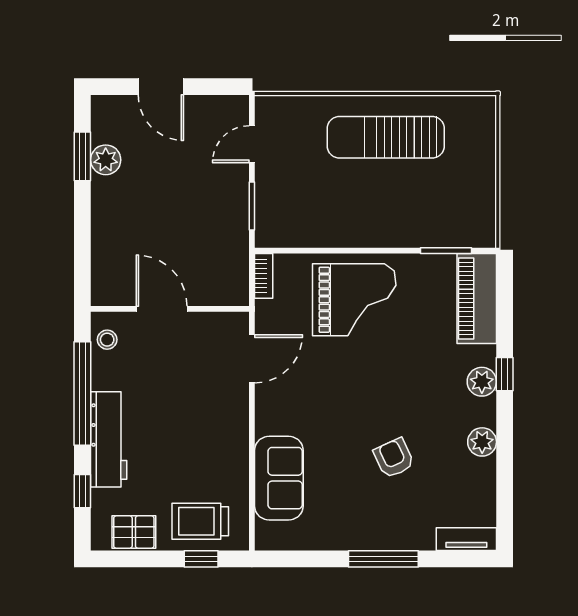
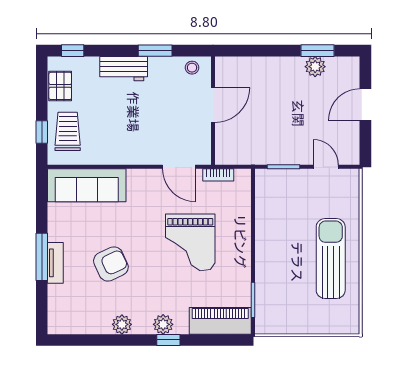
bookcase: (264, 276) -> (218, 175), moved
grand piano: (354, 300) -> (190, 242), moved
window: (82, 393) -> (155, 51), width x0.47
workbench: (109, 439) -> (124, 69), width x0.73
armchair: (394, 458) -> (111, 264), width x1.38, depth x1.38
sofa: (279, 478) -> (87, 185), width x1.36
window: (82, 491) -> (73, 51), moved
tv unit: (466, 539) -> (55, 263), moved

